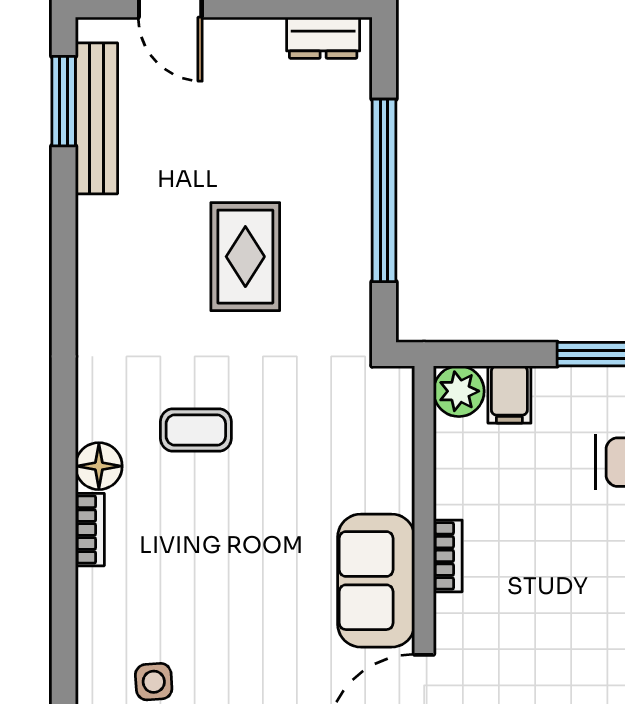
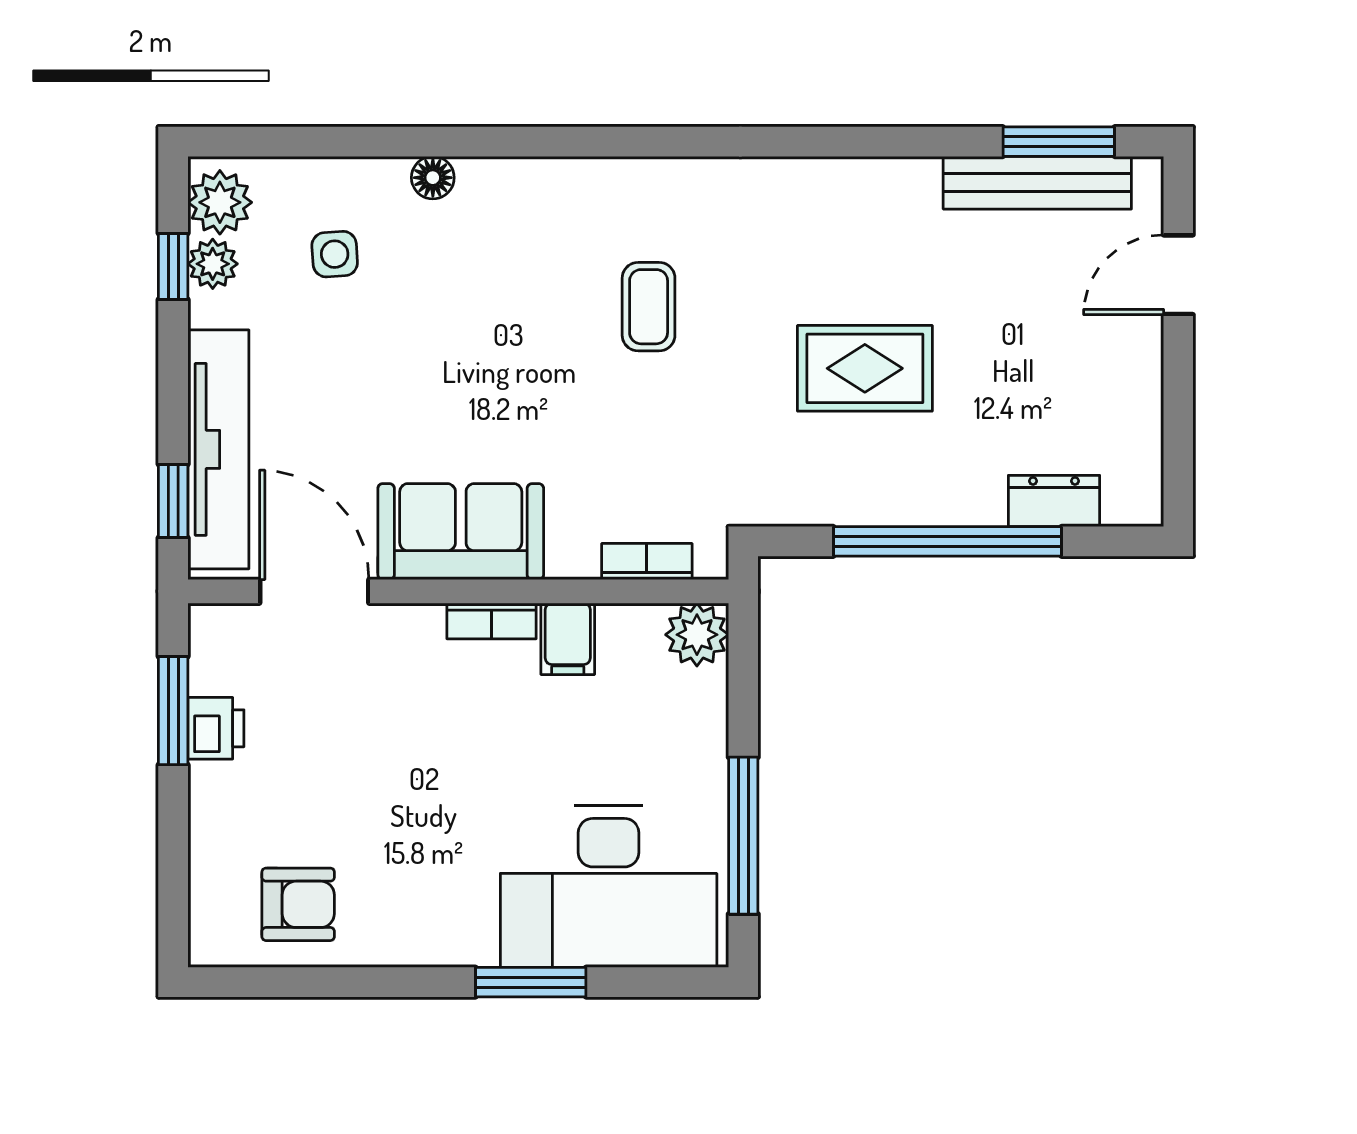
dresser: (323, 38) -> (1054, 501), moved, turned 90
filing cabinet: (509, 395) -> (568, 639), moved, turned -90
floor lamp: (99, 466) -> (433, 178), moved, width x0.73, depth x0.73
bookcase: (90, 530) -> (647, 561), moved, turned 180

